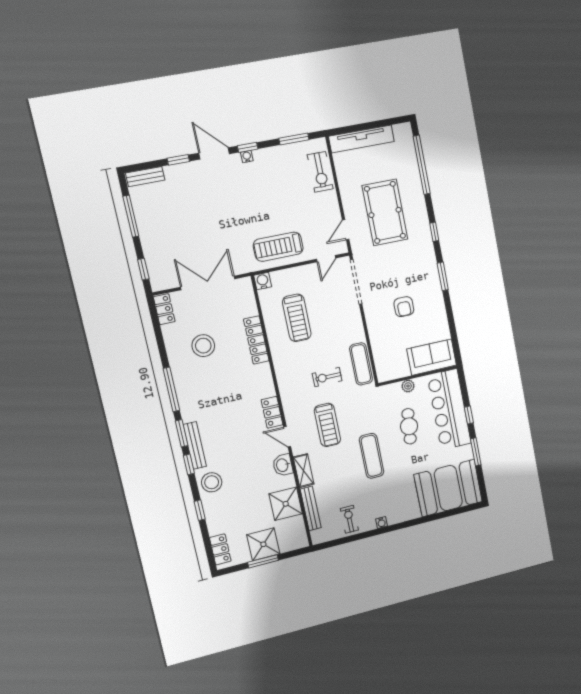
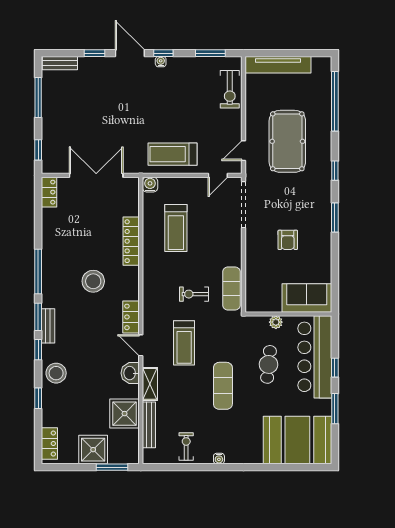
stool: (203, 346) -> (93, 281), moved
bench: (195, 445) -> (48, 326), width x0.73
window: (263, 561) -> (112, 467), moved

